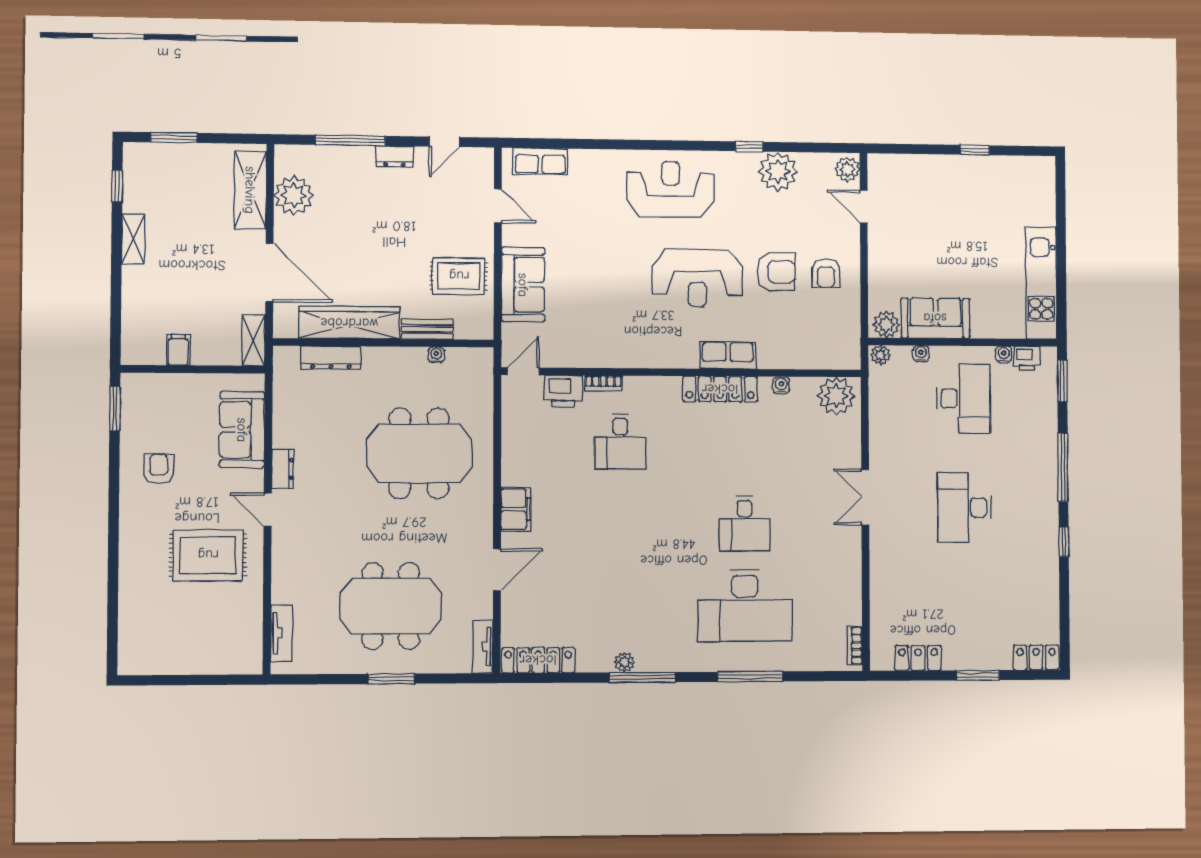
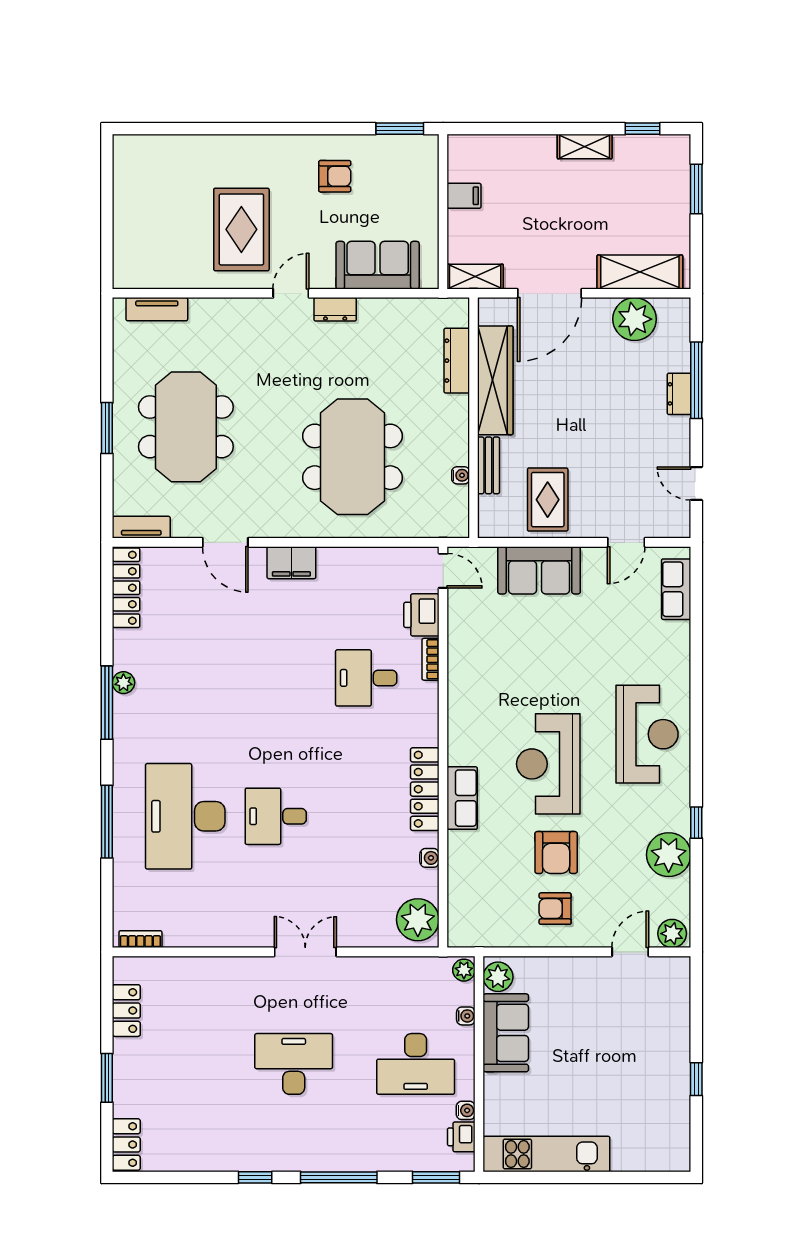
dresser: (395, 157) -> (679, 394), moved

